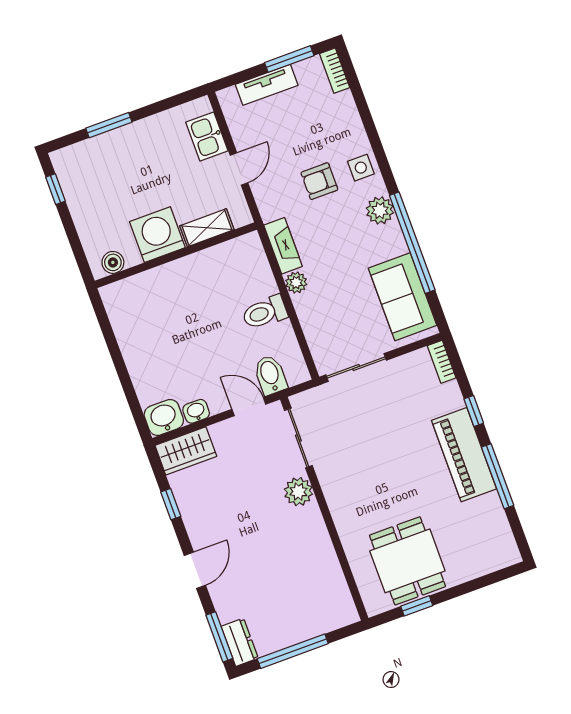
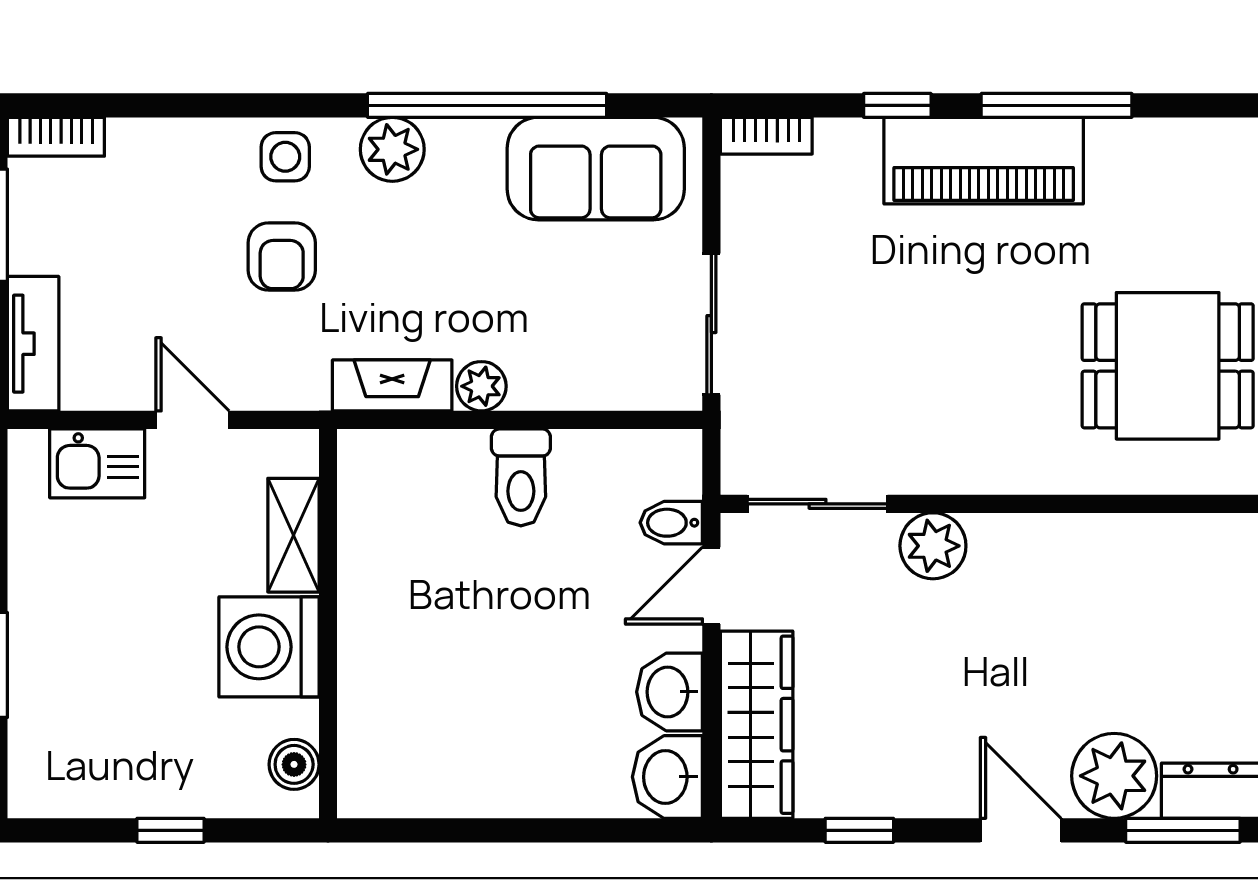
tv unit: (267, 85) -> (33, 344), moved
window: (55, 189) -> (170, 830), moved
bidet: (270, 375) -> (671, 523), width x0.72, depth x0.74
washbasin: (196, 411) -> (670, 692), width x1.38, depth x1.45
wardrobe: (186, 451) -> (757, 725), width x1.50
plant: (231, 601) -> (1114, 776), added

